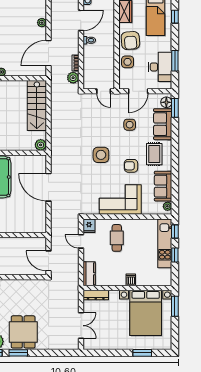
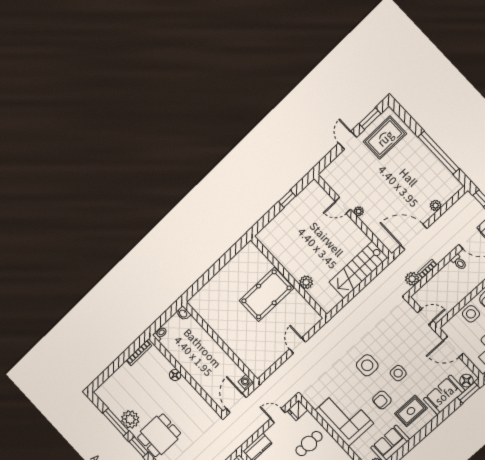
door: (104, 91) -> (425, 317), swing flipped
side table: (130, 125) -> (398, 373), moved
plant: (41, 145) -> (306, 282), moved
armchair: (131, 166) -> (382, 400), turned -90
door: (49, 187) -> (298, 346), width x0.53
door: (81, 241) -> (278, 416), hinge flipped
washing machine: (41, 242) -> (246, 382), added

